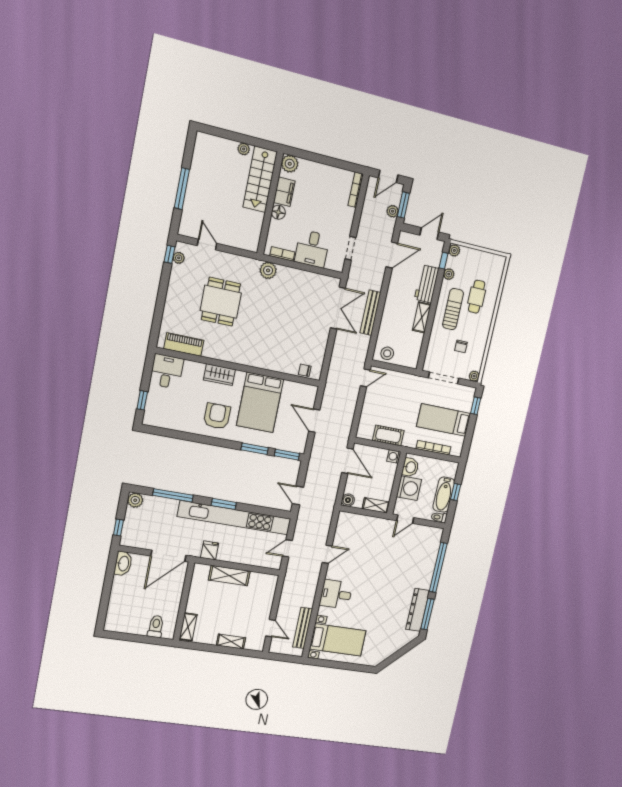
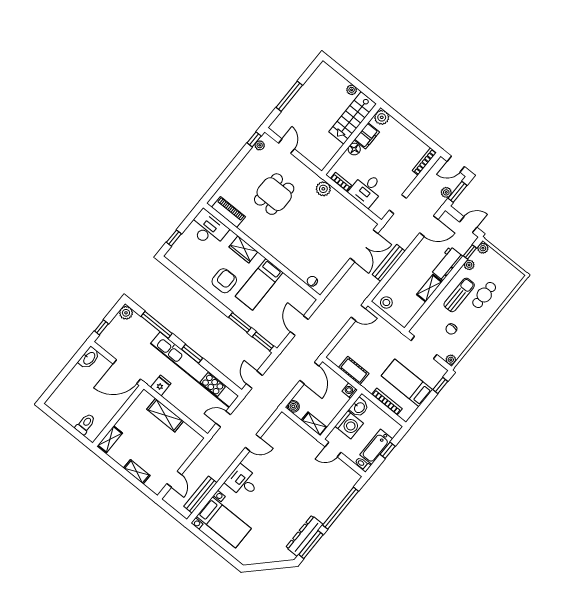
desk: (167, 371) -> (208, 229), width x1.37
bed: (260, 402) -> (259, 284), width x0.67

